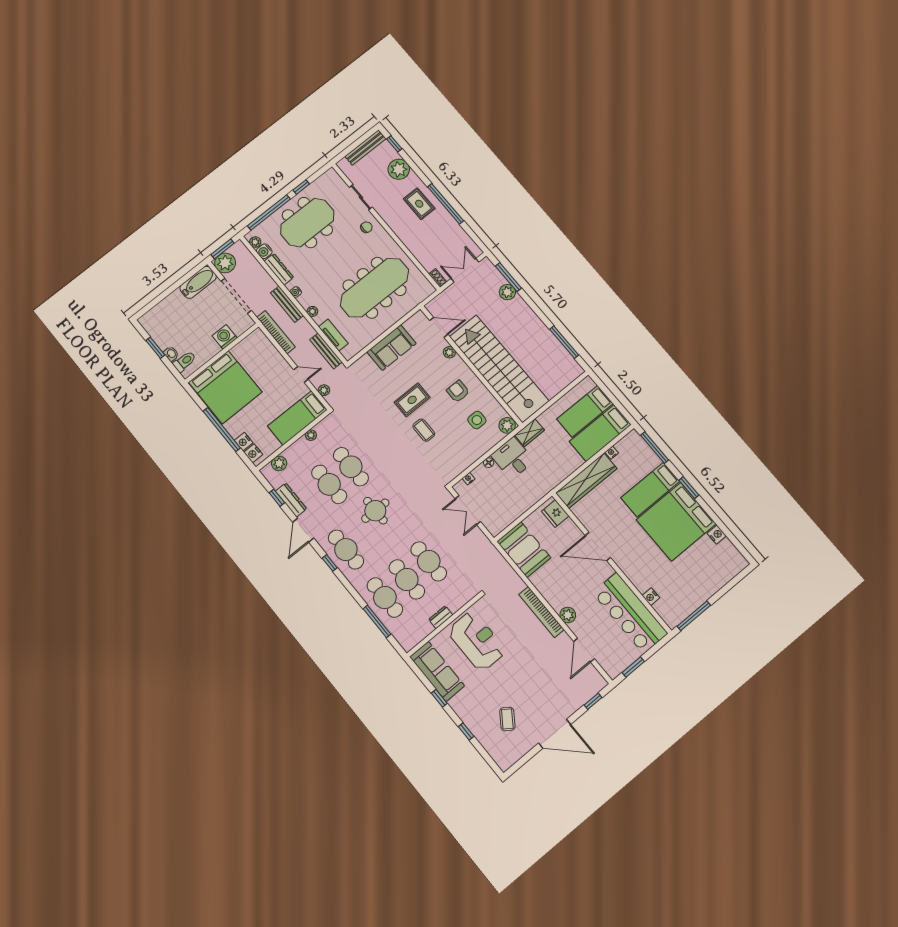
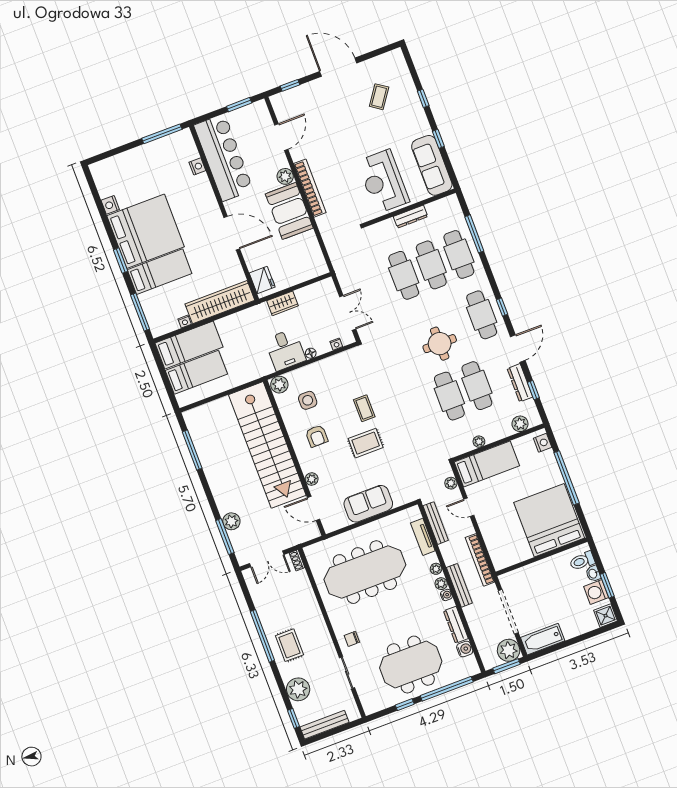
plant: (255, 242) -> (441, 584), moved
shower: (149, 321) -> (606, 616), added
washing machine: (225, 337) -> (596, 592), moved, turned 90
wardrobe: (530, 433) -> (283, 303), moved, turned 180
nightstand: (244, 442) -> (548, 458), removed
booth: (524, 550) -> (289, 211), moved
dresser: (441, 617) -> (410, 217), width x1.44

